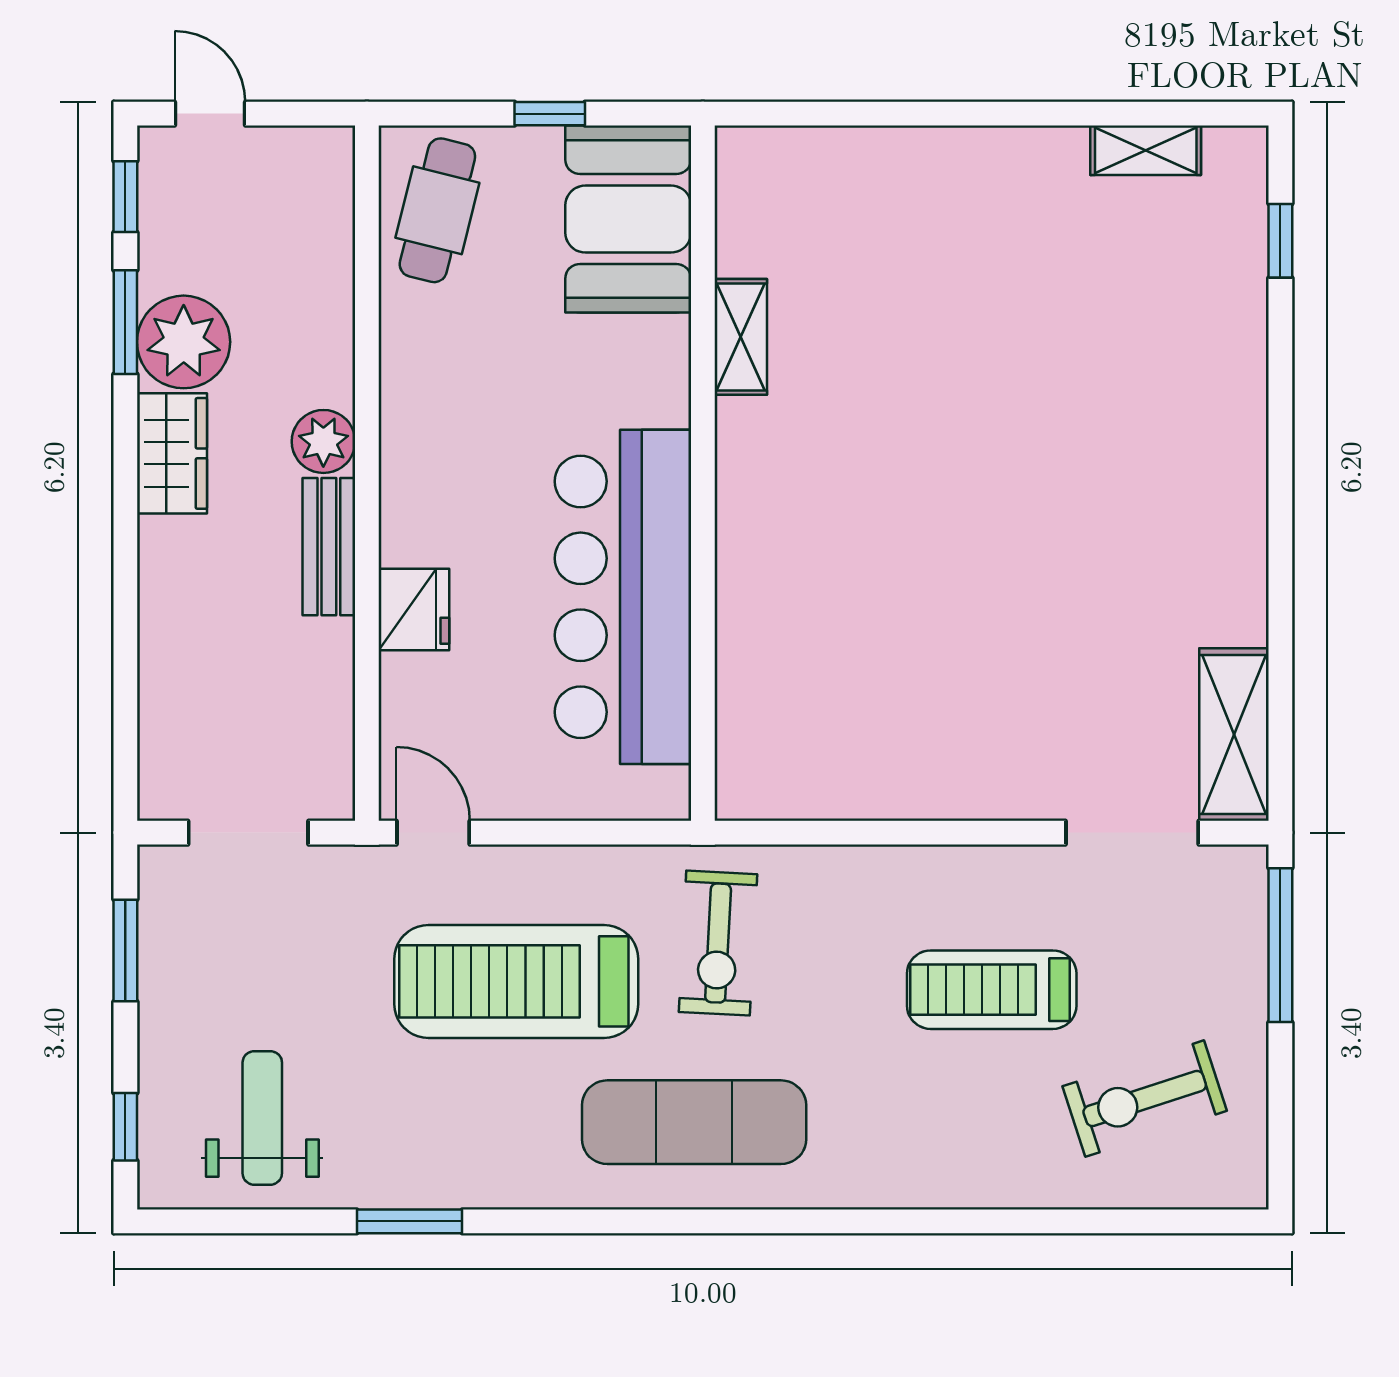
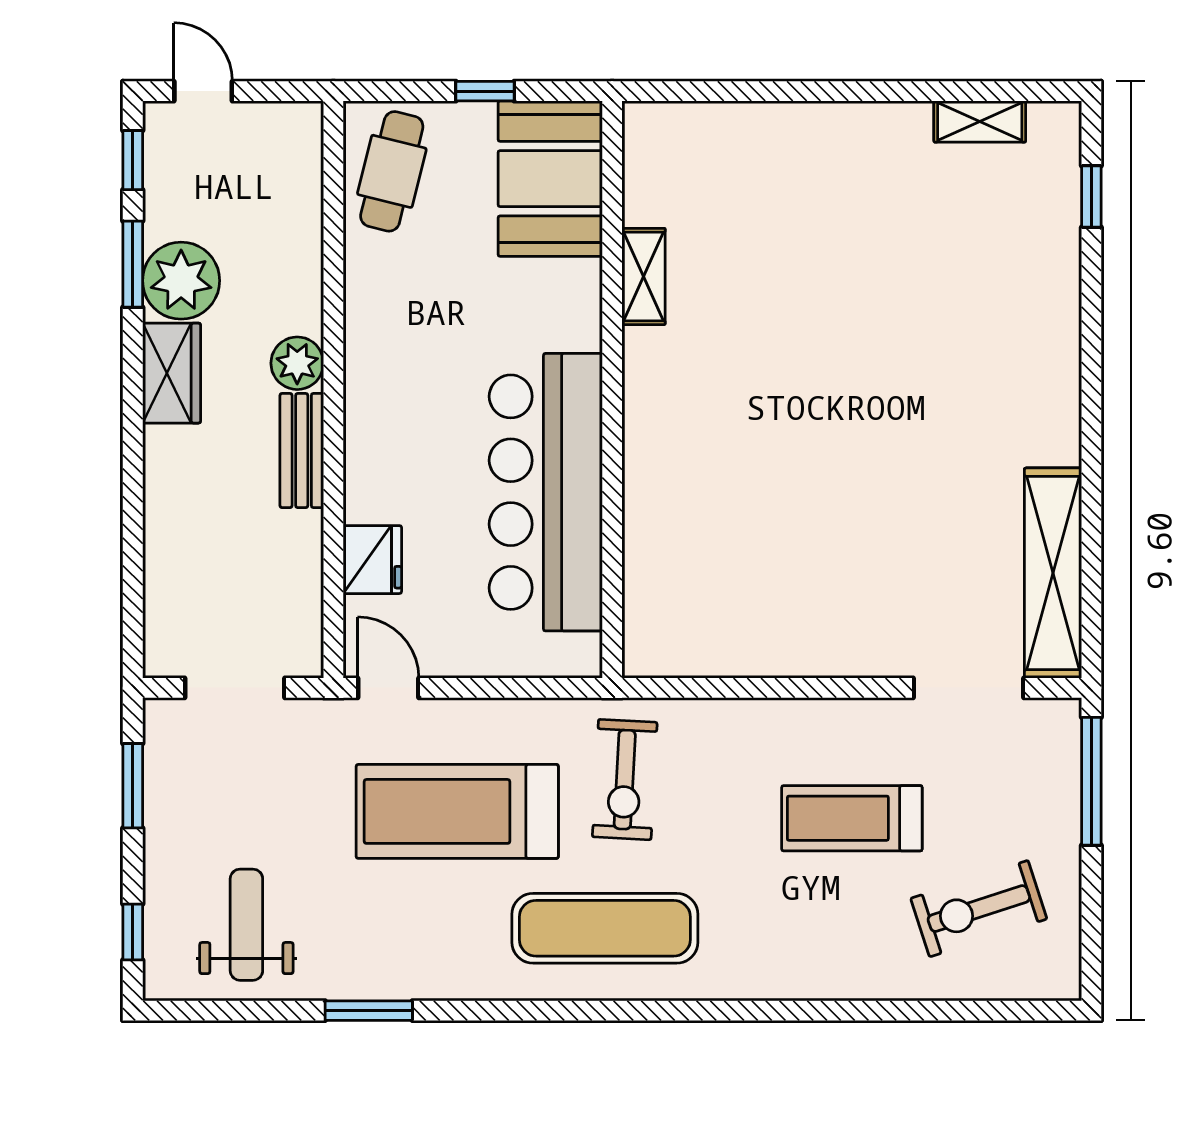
fridge: (414, 610) -> (372, 560), moved
shelving: (1234, 734) -> (1053, 573), width x1.47

